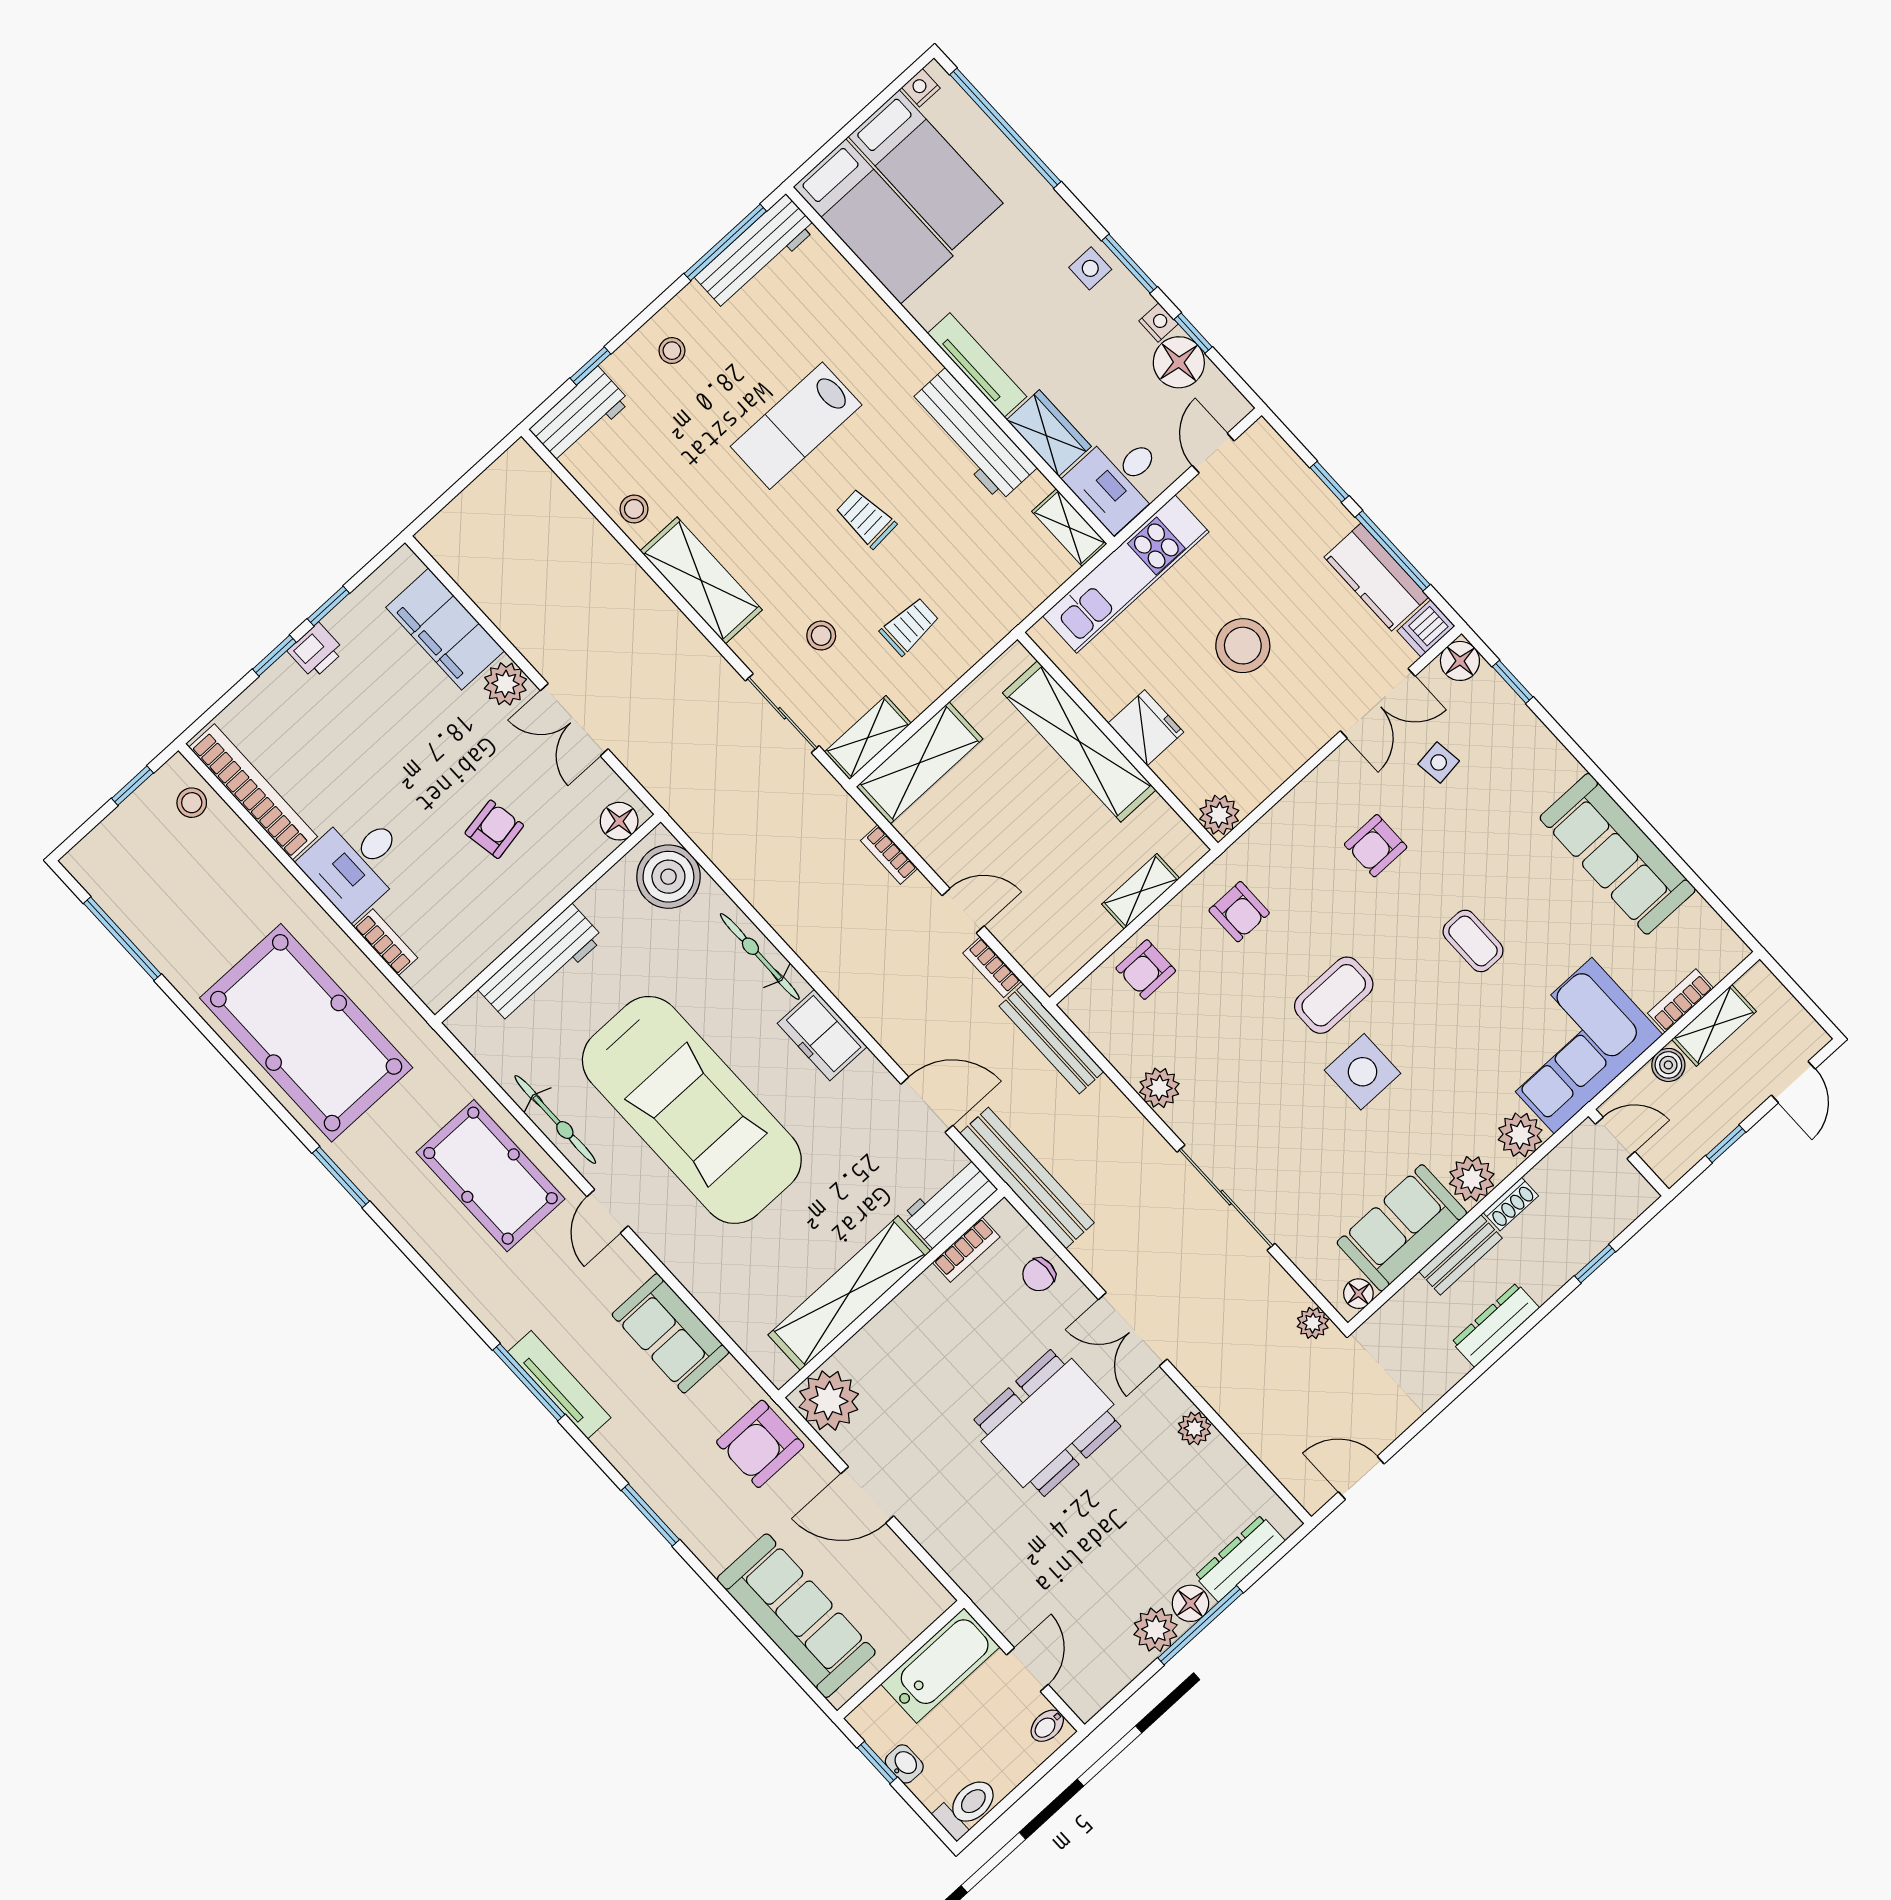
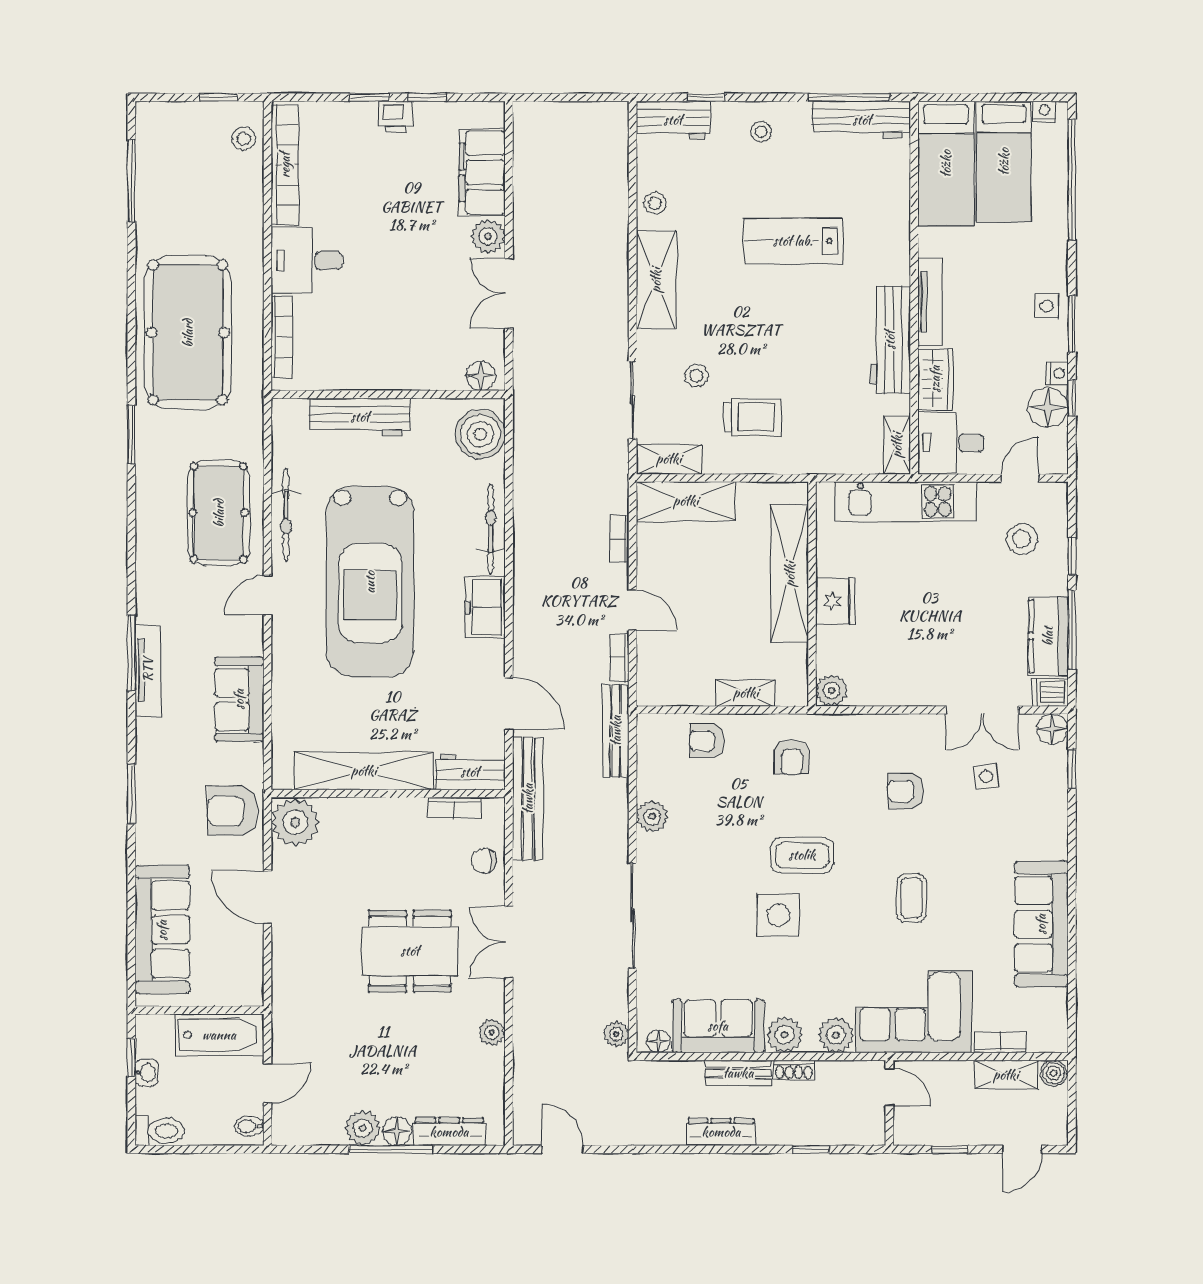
trolley: (866, 518) -> (784, 332), removed
trolley: (910, 626) -> (752, 417), width x1.36, depth x1.39
stool: (1243, 646) -> (1022, 539), moved, width x0.73, depth x0.73
armchair: (494, 829) -> (405, 315), removed
bookcase: (385, 942) -> (282, 337), width x1.56
boiler: (1668, 1065) -> (1054, 1073), moved

